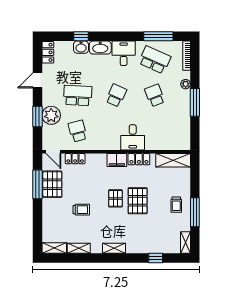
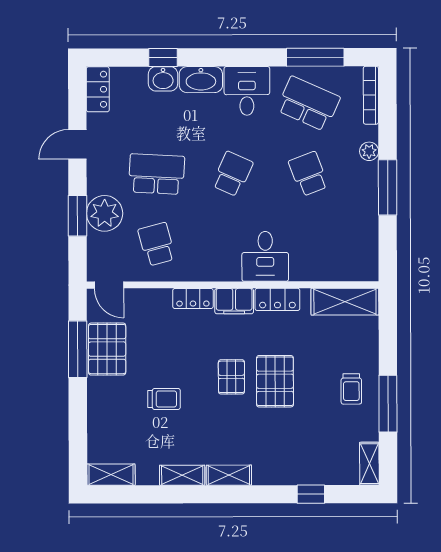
locker: (75, 159) -> (193, 299), moved
shelving: (79, 248) -> (182, 475), moved

